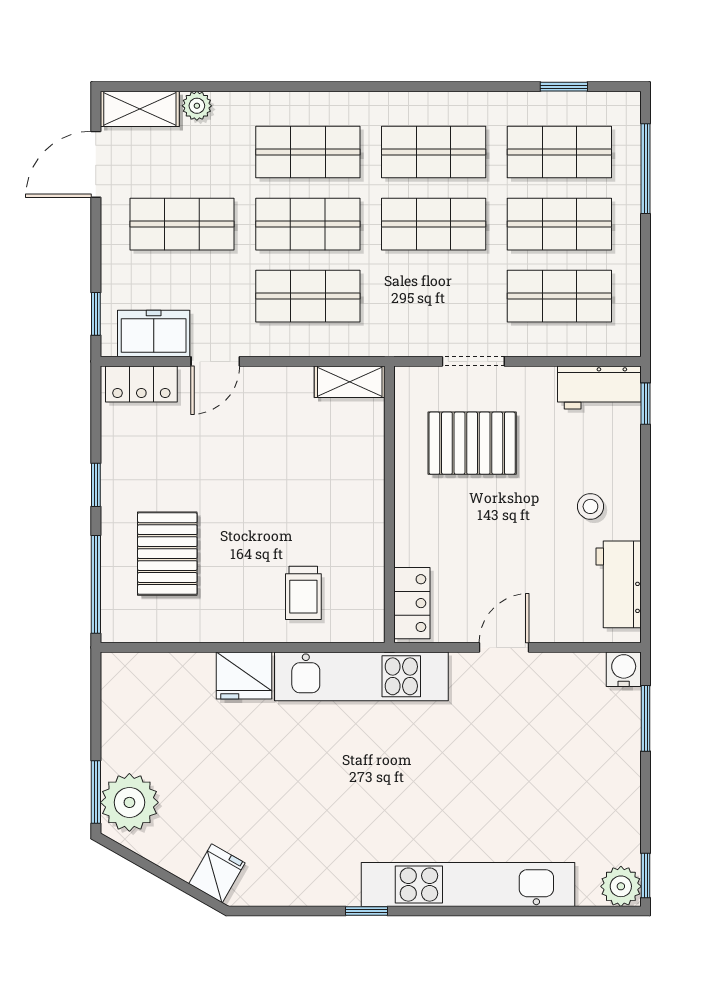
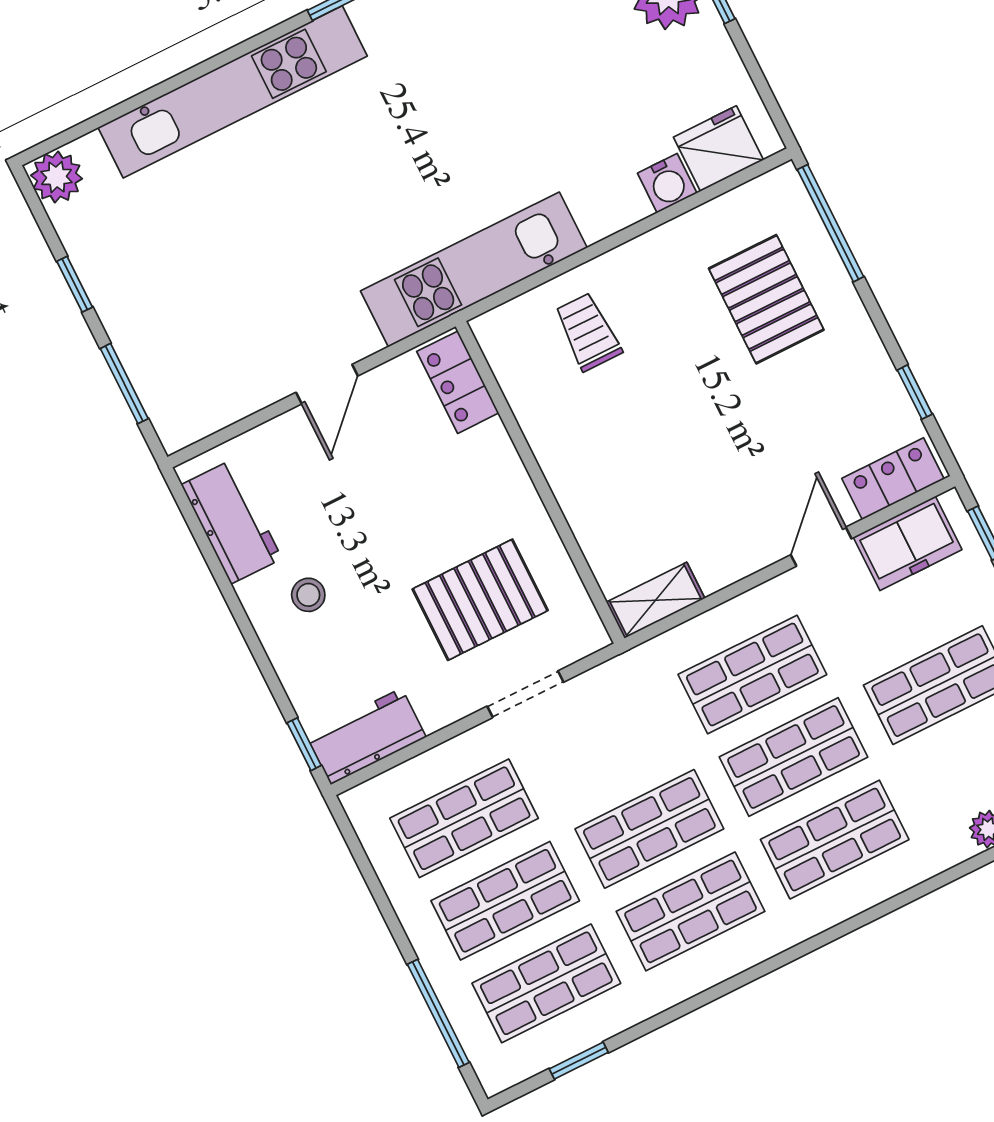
window: (96, 485) -> (915, 392), moved
water cooler: (624, 669) -> (667, 183), moved
fridge: (244, 676) -> (718, 149), moved
window: (646, 876) -> (75, 284), moved

